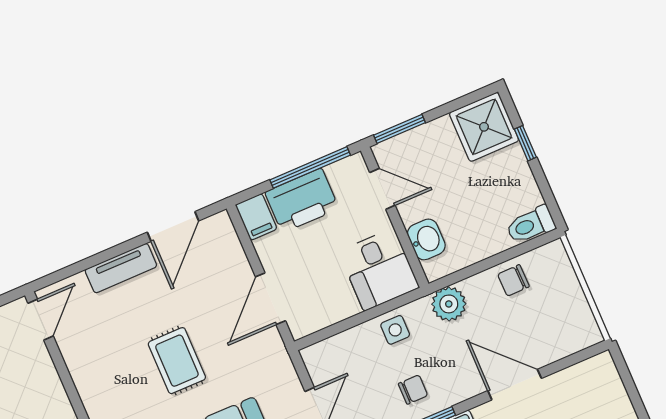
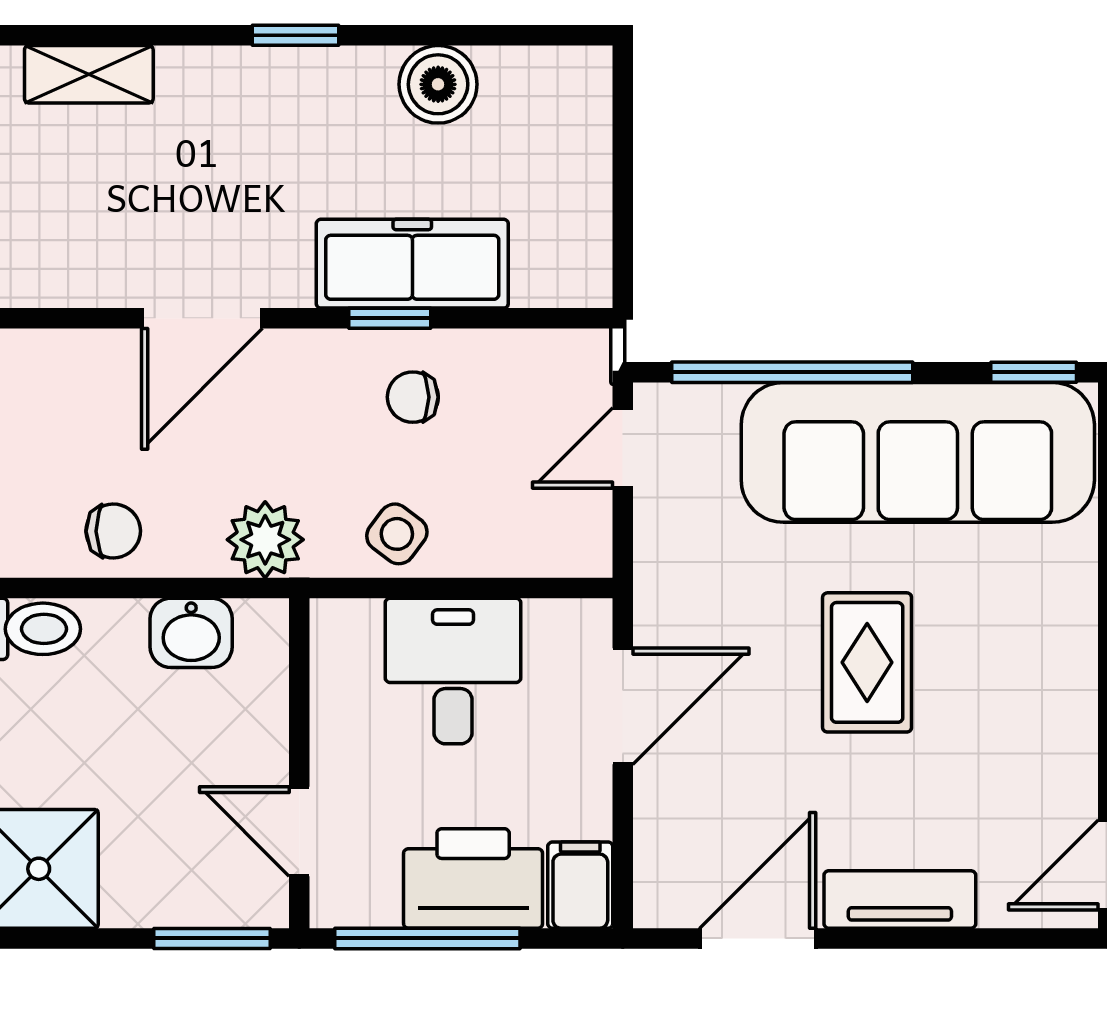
washbasin: (426, 239) -> (191, 633), moved, turned -90
desk: (379, 269) -> (453, 671), moved
side table: (395, 330) -> (397, 534), turned 37
door: (515, 385) -> (202, 318), hinge flipped

